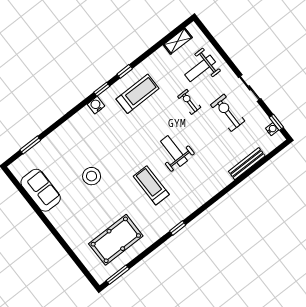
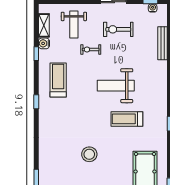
window: (125, 71) -> (36, 54), moved
water cooler: (96, 105) -> (44, 43), moved
weight bench: (174, 151) -> (116, 86), width x1.36, depth x1.33

